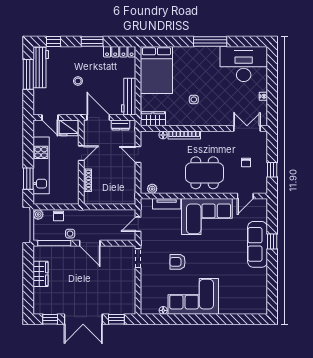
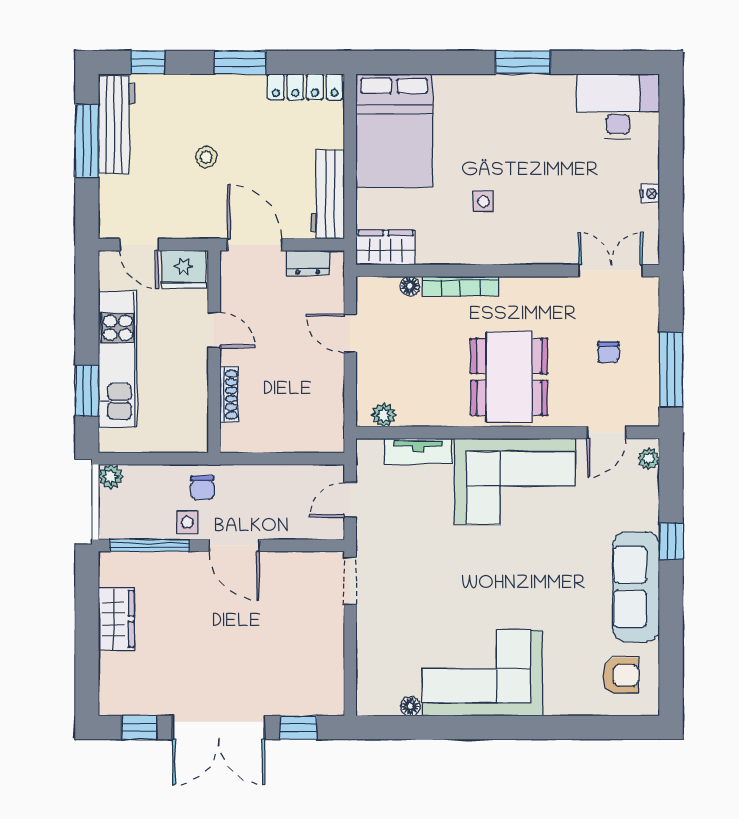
window: (210, 41) -> (523, 62), width x0.69
desk: (244, 64) -> (618, 107), width x0.73, depth x0.77
door: (81, 153) -> (214, 330), hinge flipped
window: (272, 170) -> (671, 370), width x2.17
dining table: (205, 173) -> (509, 377), turned 90
plant: (263, 207) -> (649, 459), added
chair: (59, 216) -> (202, 488), moved
sofa: (258, 244) -> (636, 587), moved
armchair: (178, 262) -> (621, 675), moved, turned 180

